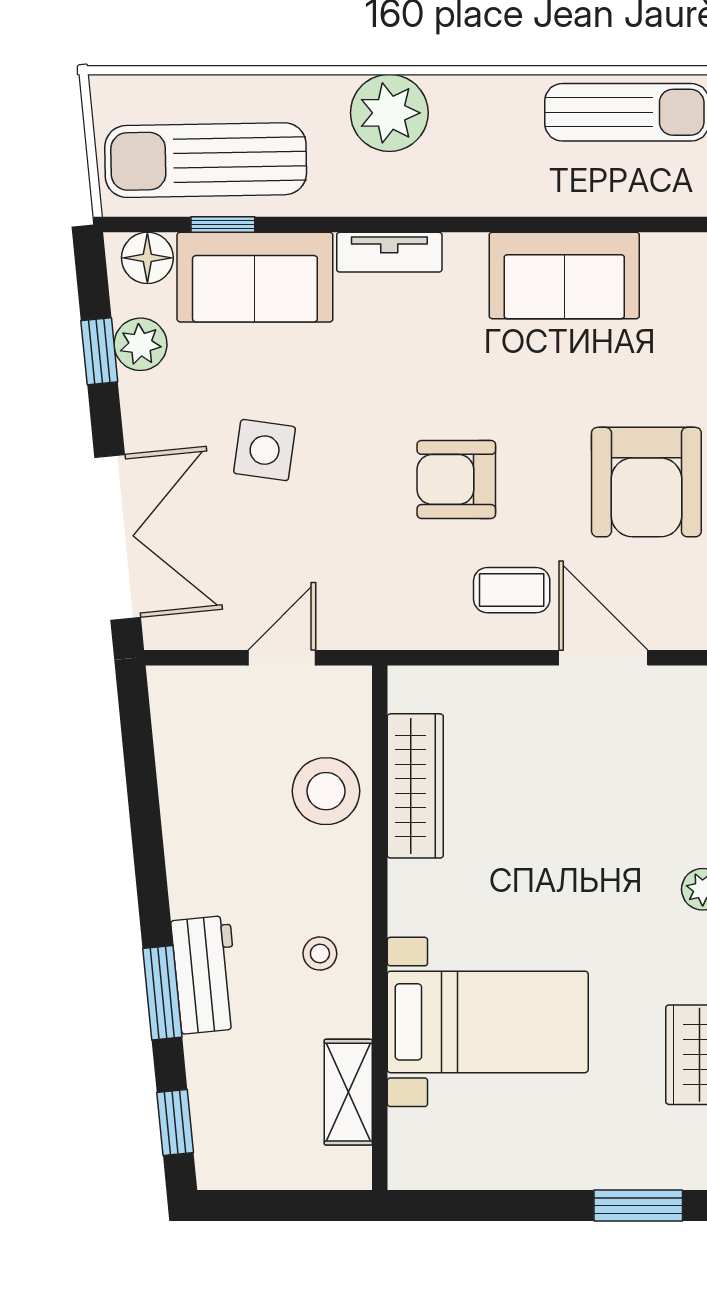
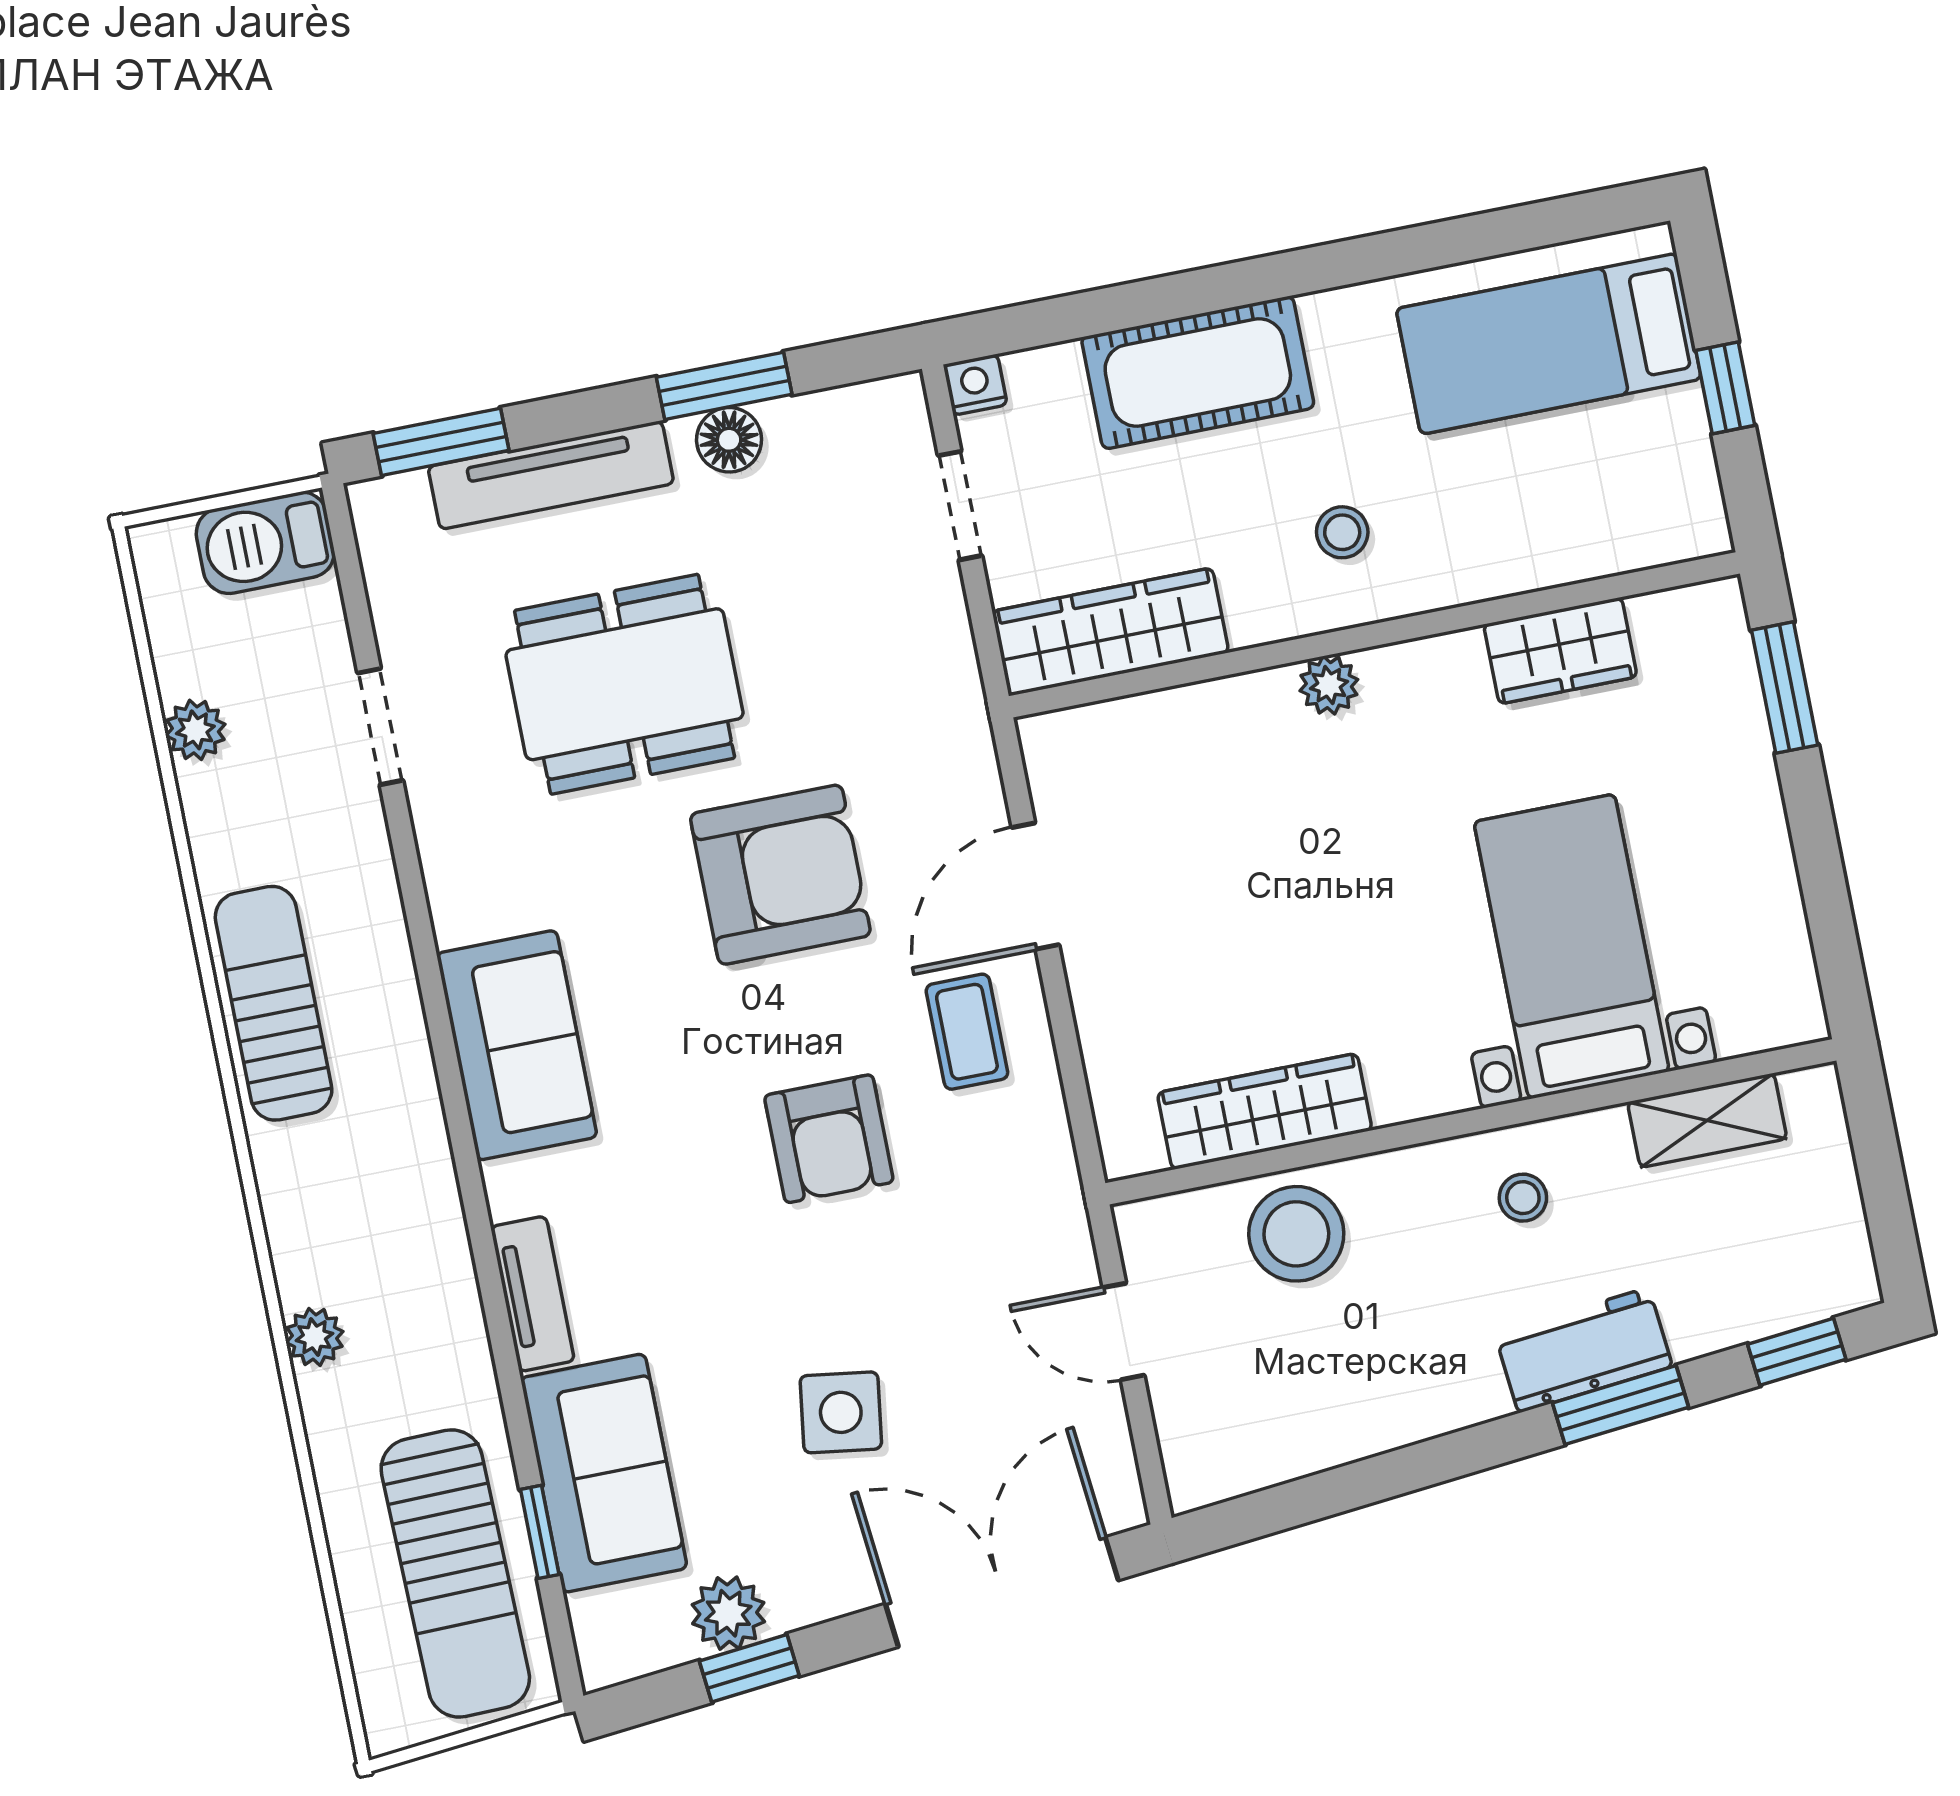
plant: (389, 113) -> (314, 1337), width x0.53, depth x0.53
floor lamp: (147, 258) -> (607, 1627), removed

